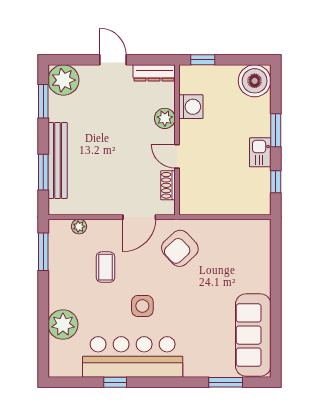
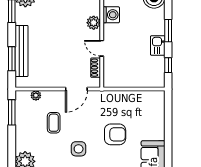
armchair: (180, 248) -> (115, 134), moved, turned -137

